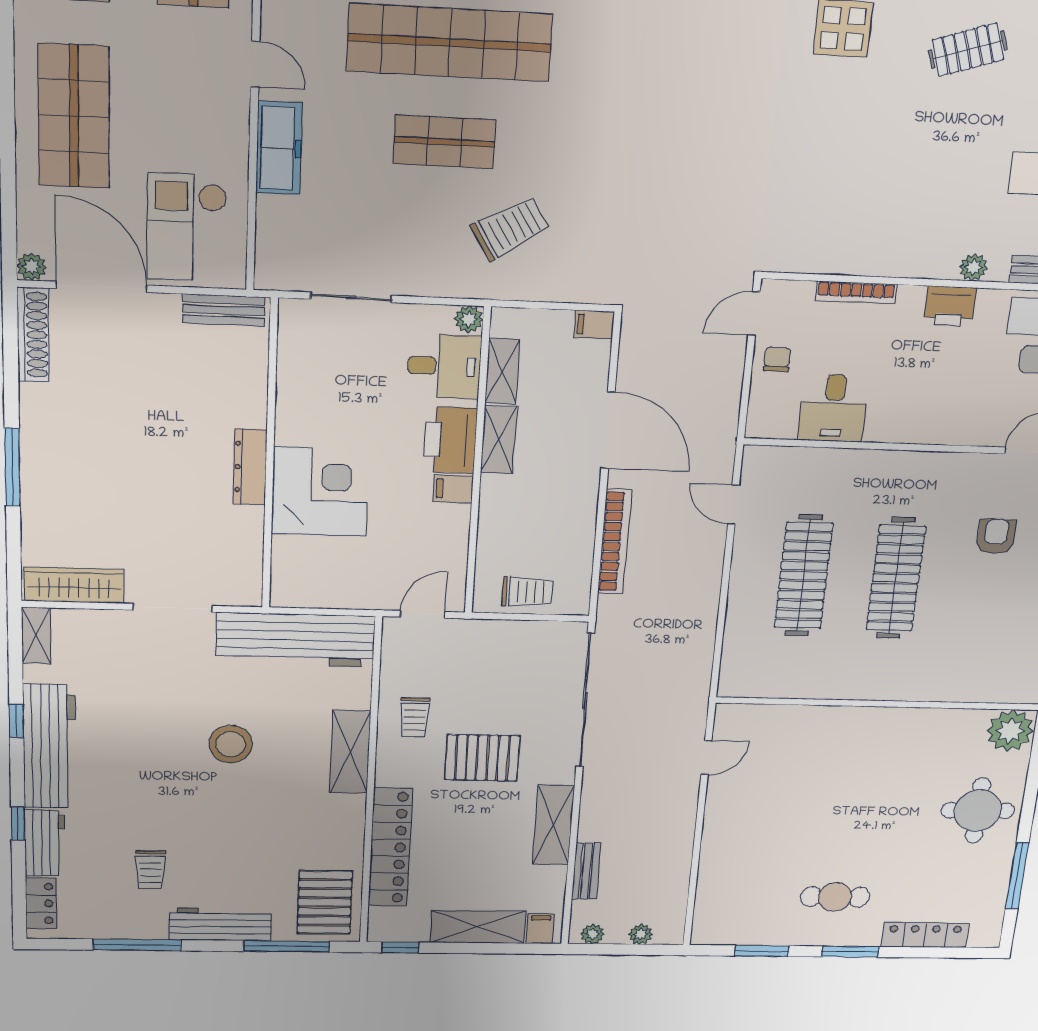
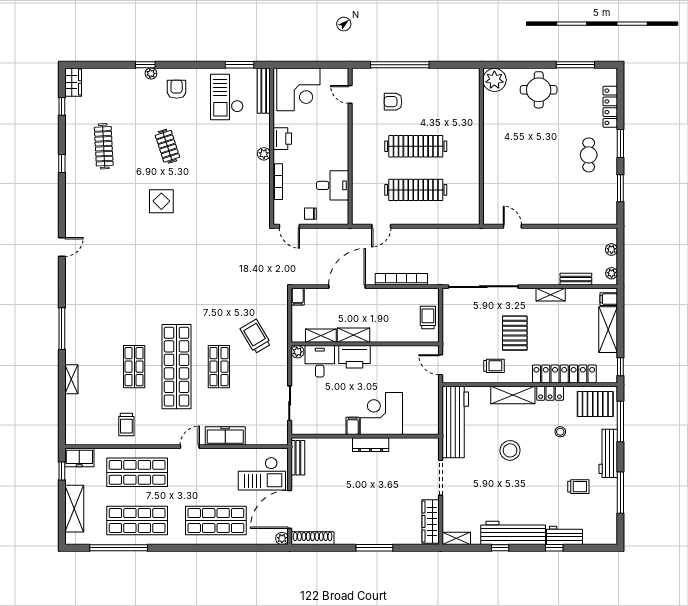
plant: (973, 267) -> (264, 154), moved
filing cabinet: (453, 489) -> (353, 426), moved, turned 180
shelving: (553, 825) -> (551, 295), width x0.67, depth x0.75
stool: (268, 838) -> (560, 432), added
locker: (41, 904) -> (550, 393), moved, turned 180

